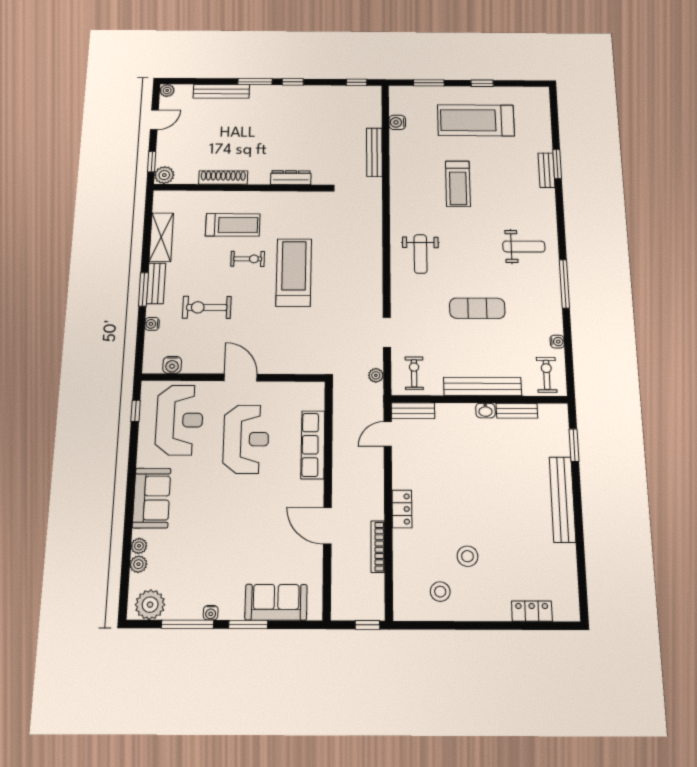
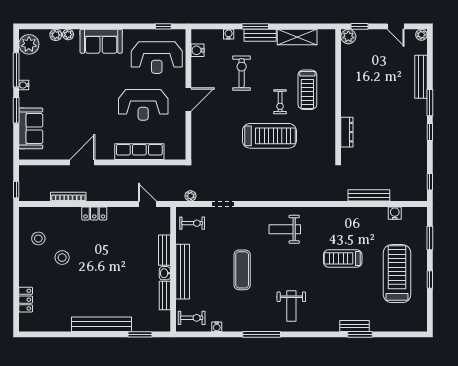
shoe rack: (223, 178) -> (347, 81), removed
bench: (413, 411) -> (164, 250), moved

